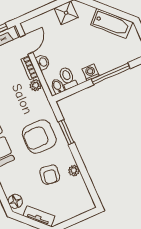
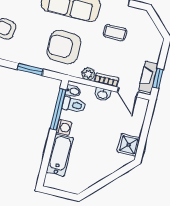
bathtub: (112, 23) -> (60, 155), moved, turned 135
window: (111, 74) -> (58, 109), moved
armchair: (39, 137) -> (64, 47), moved, turned -90

